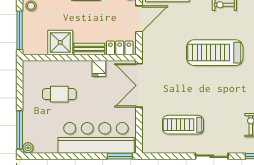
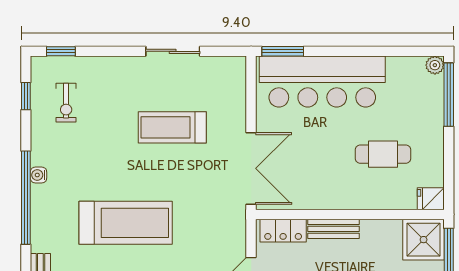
shower: (60, 42) -> (424, 240), moved
fridge: (99, 68) -> (431, 199), moved, turned -90
treadmill: (183, 125) -> (172, 127), moved, turned 180
sliding door: (212, 156) -> (173, 51), moved

